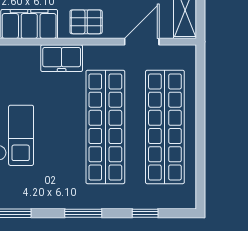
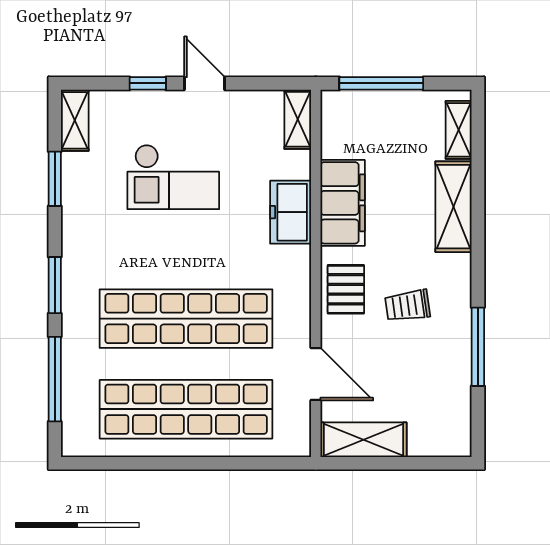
freezer: (62, 58) -> (291, 212), moved
window: (145, 213) -> (55, 379), width x2.17

